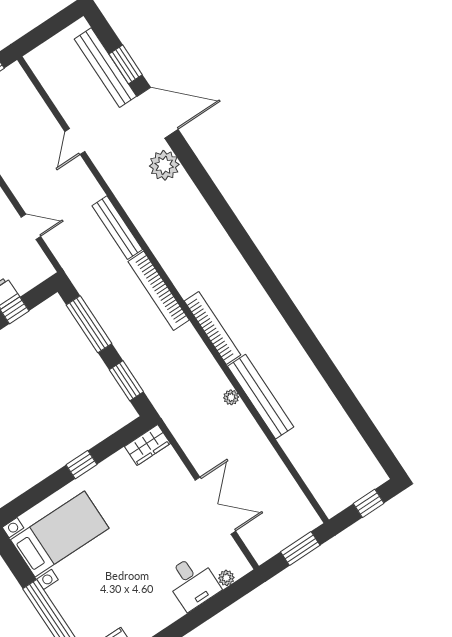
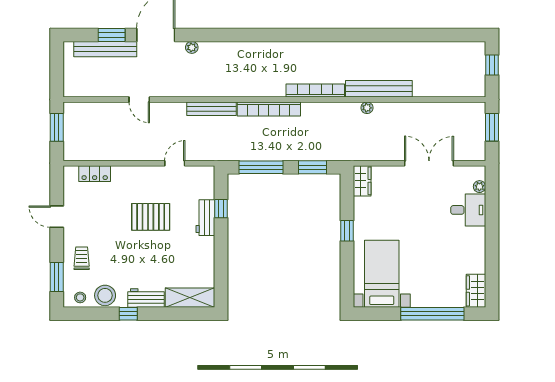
plant: (164, 165) -> (192, 47), width x0.53, depth x0.53

